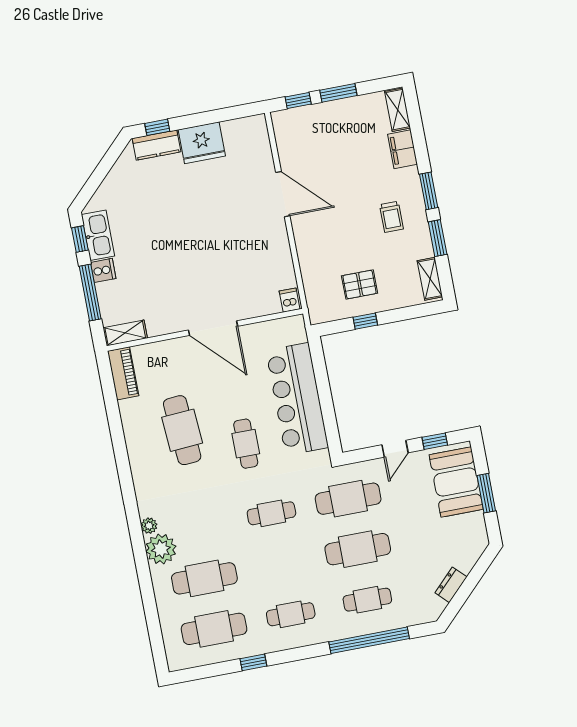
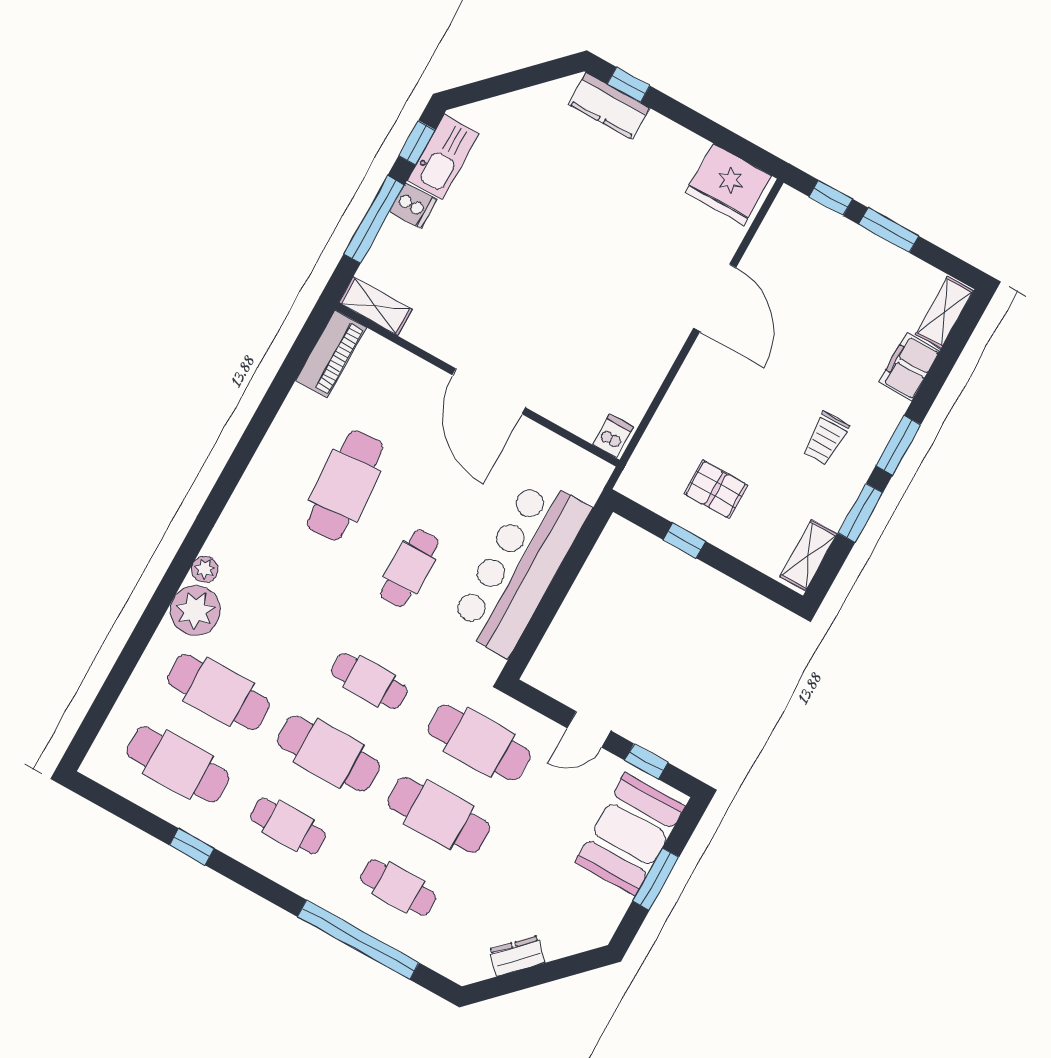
fridge: (202, 143) -> (729, 184), moved
cafe table: (281, 564) -> (329, 754), added

